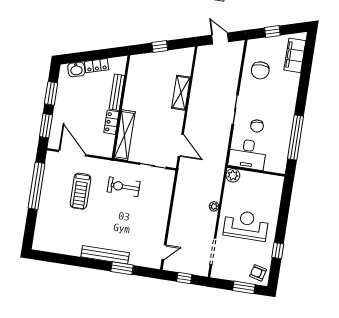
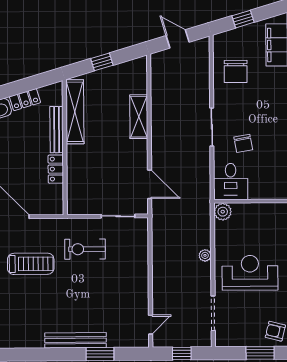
shelving: (125, 135) -> (75, 112), moved
desk: (247, 154) -> (231, 181), width x0.73
treadmill: (80, 191) -> (31, 264), turned -90

